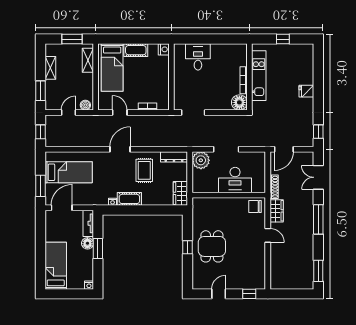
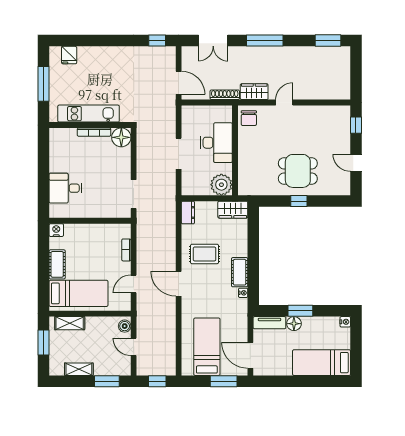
window: (283, 39) -> (44, 84), width x2.17
fridge: (306, 91) -> (69, 55), moved
dresser: (174, 157) -> (188, 213), width x0.70
plant: (201, 160) -> (221, 185), moved

